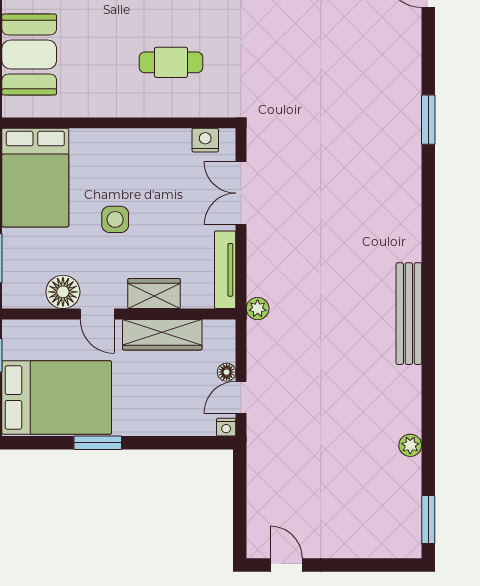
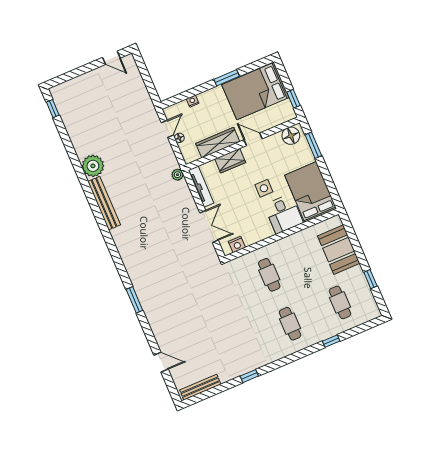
cafe table: (171, 62) -> (269, 275), turned 90
desk: (100, 159) -> (284, 214), added
floor lamp: (63, 292) -> (291, 136), moved
nightstand: (226, 427) -> (193, 101), moved
plant: (410, 445) -> (93, 166), moved, width x1.88, depth x1.88
window: (428, 519) -> (53, 109), width x0.67

